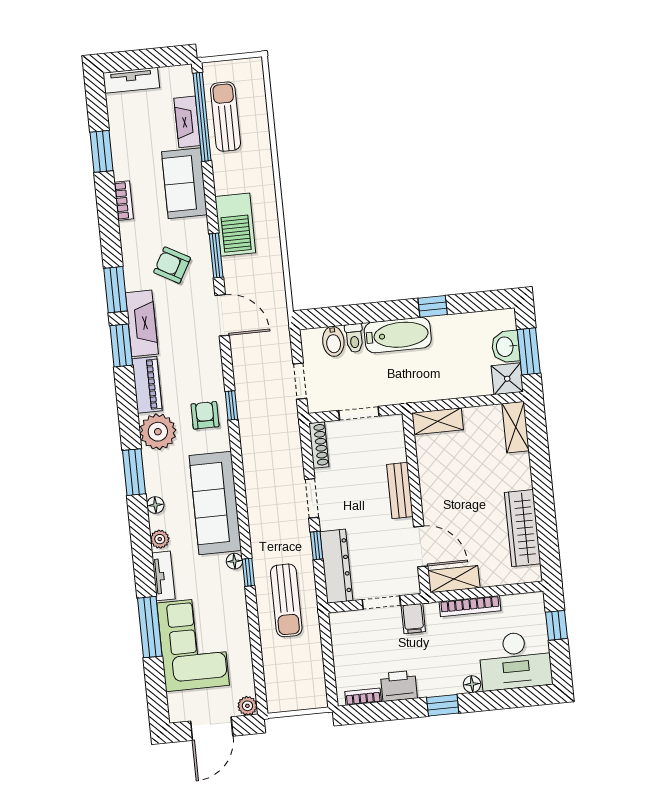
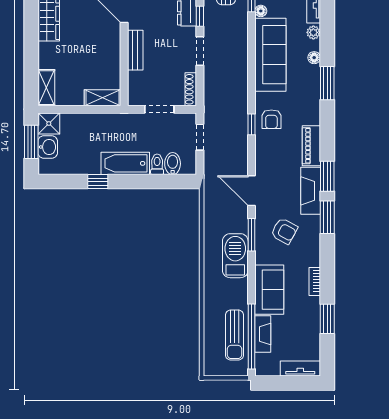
plant: (158, 432) -> (307, 111), removed

